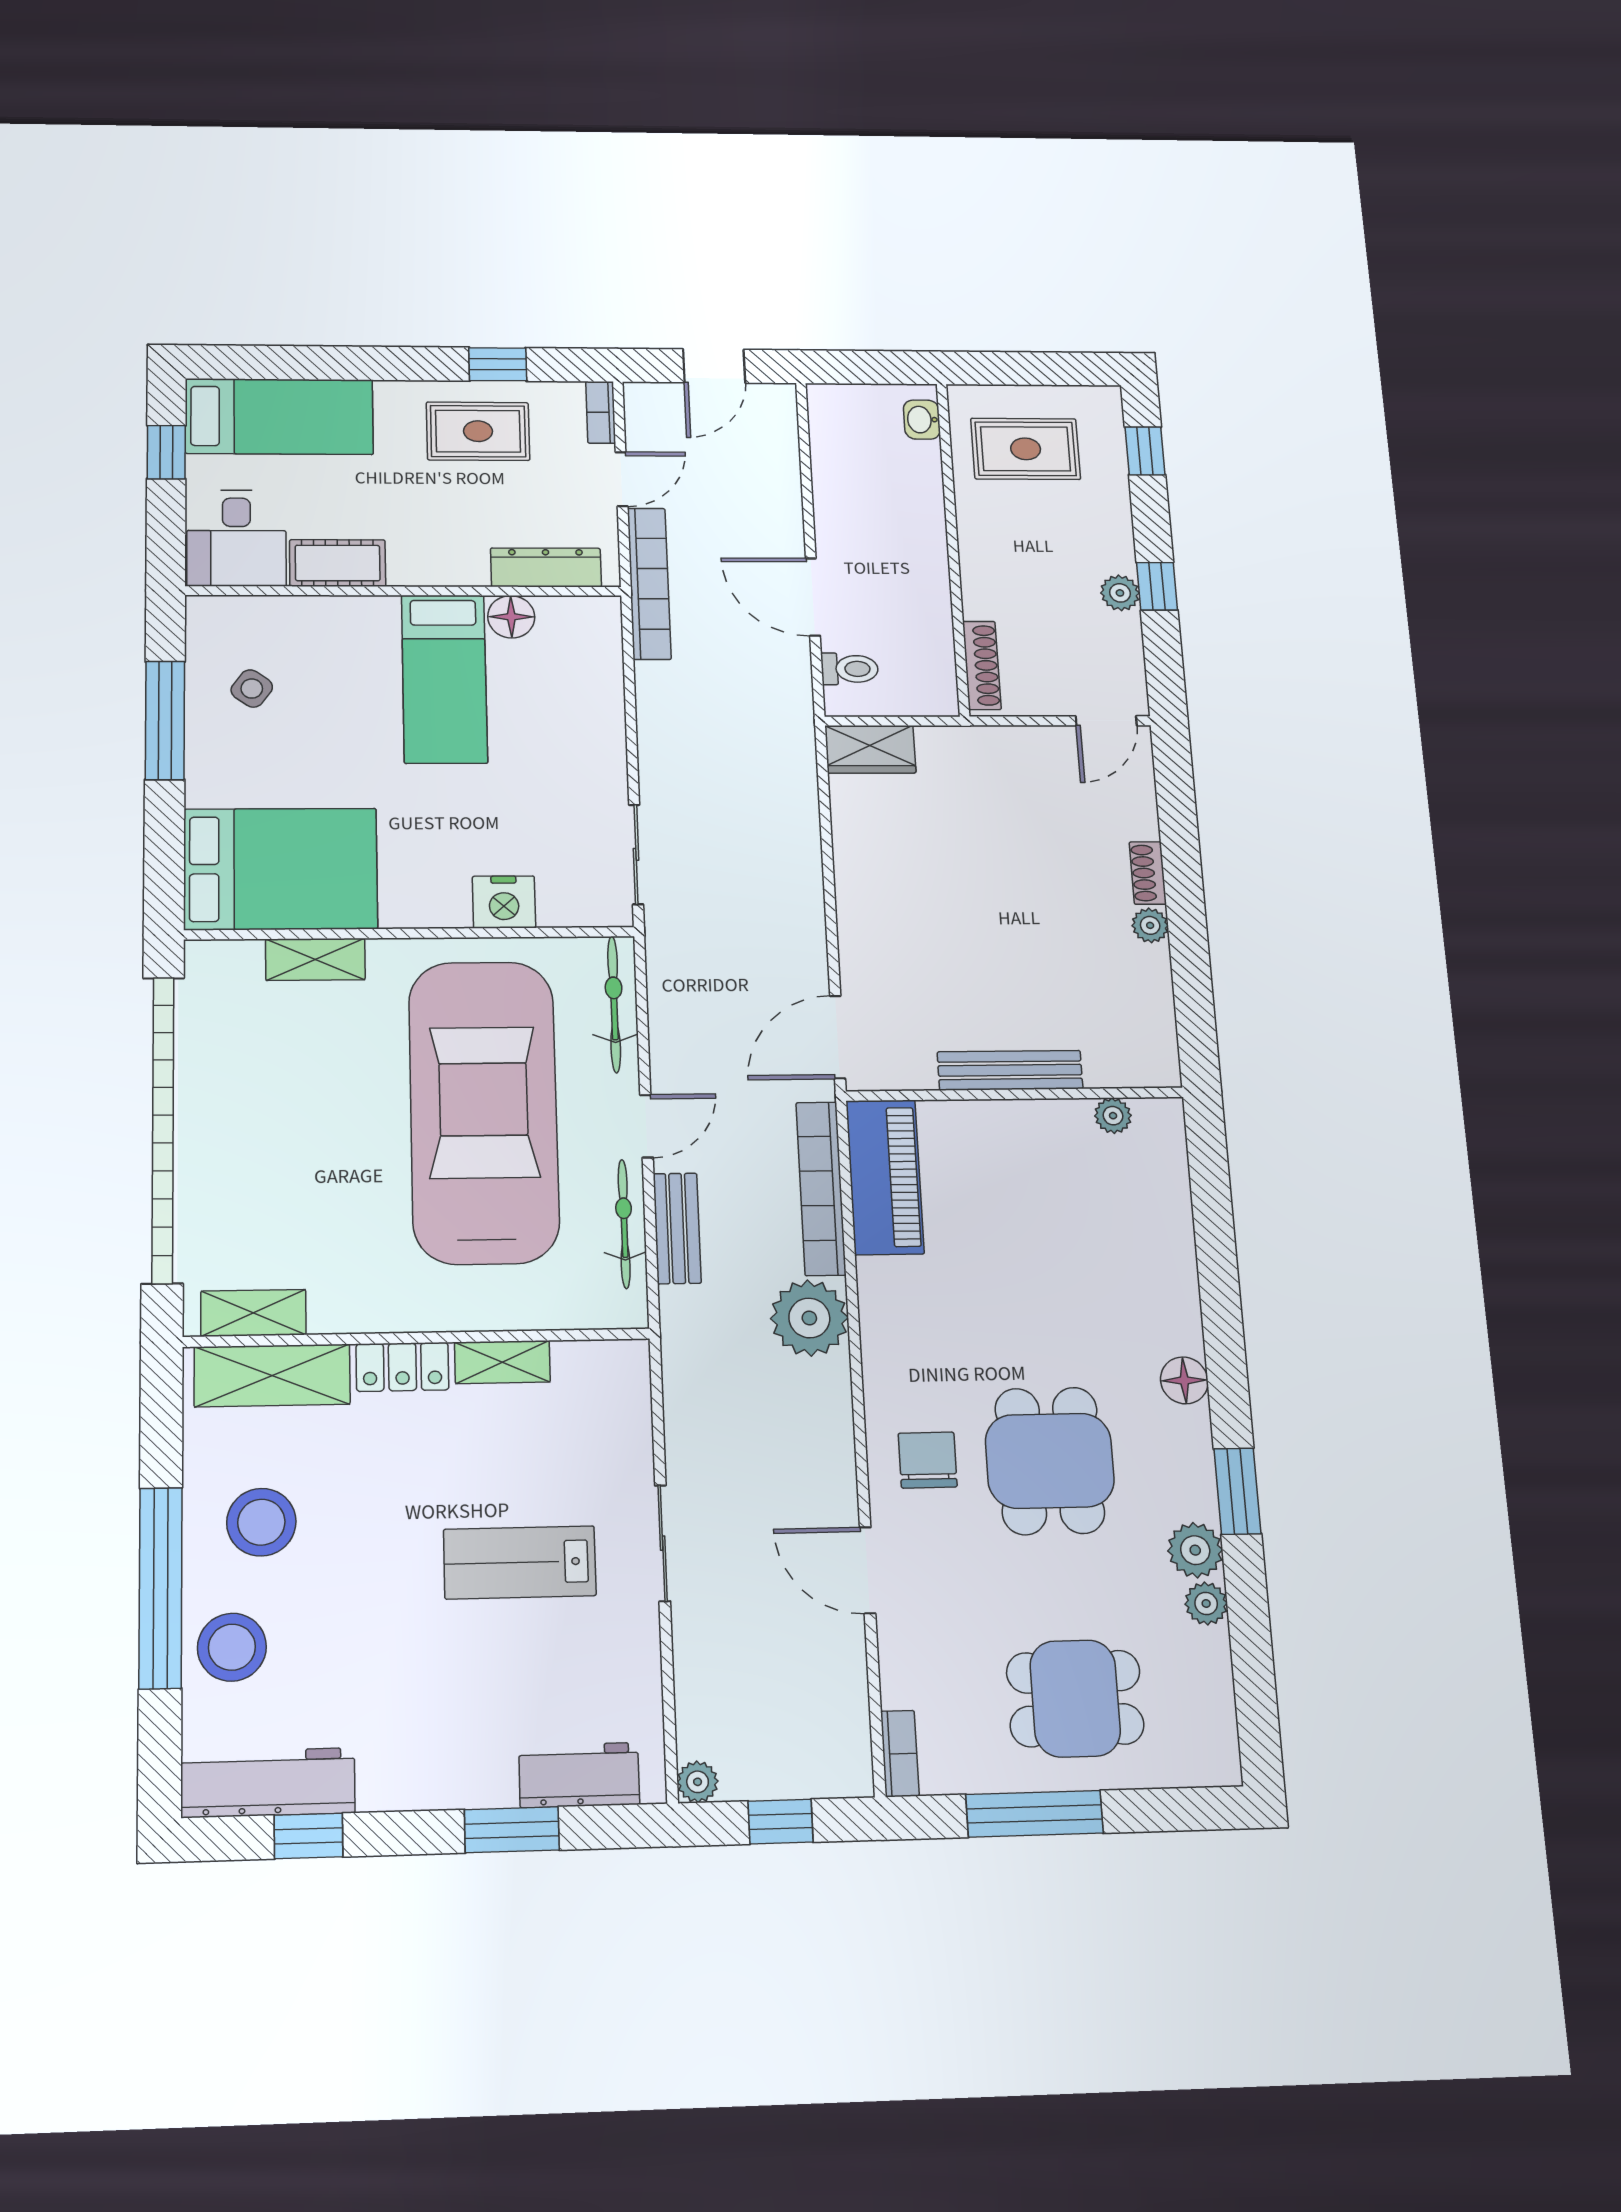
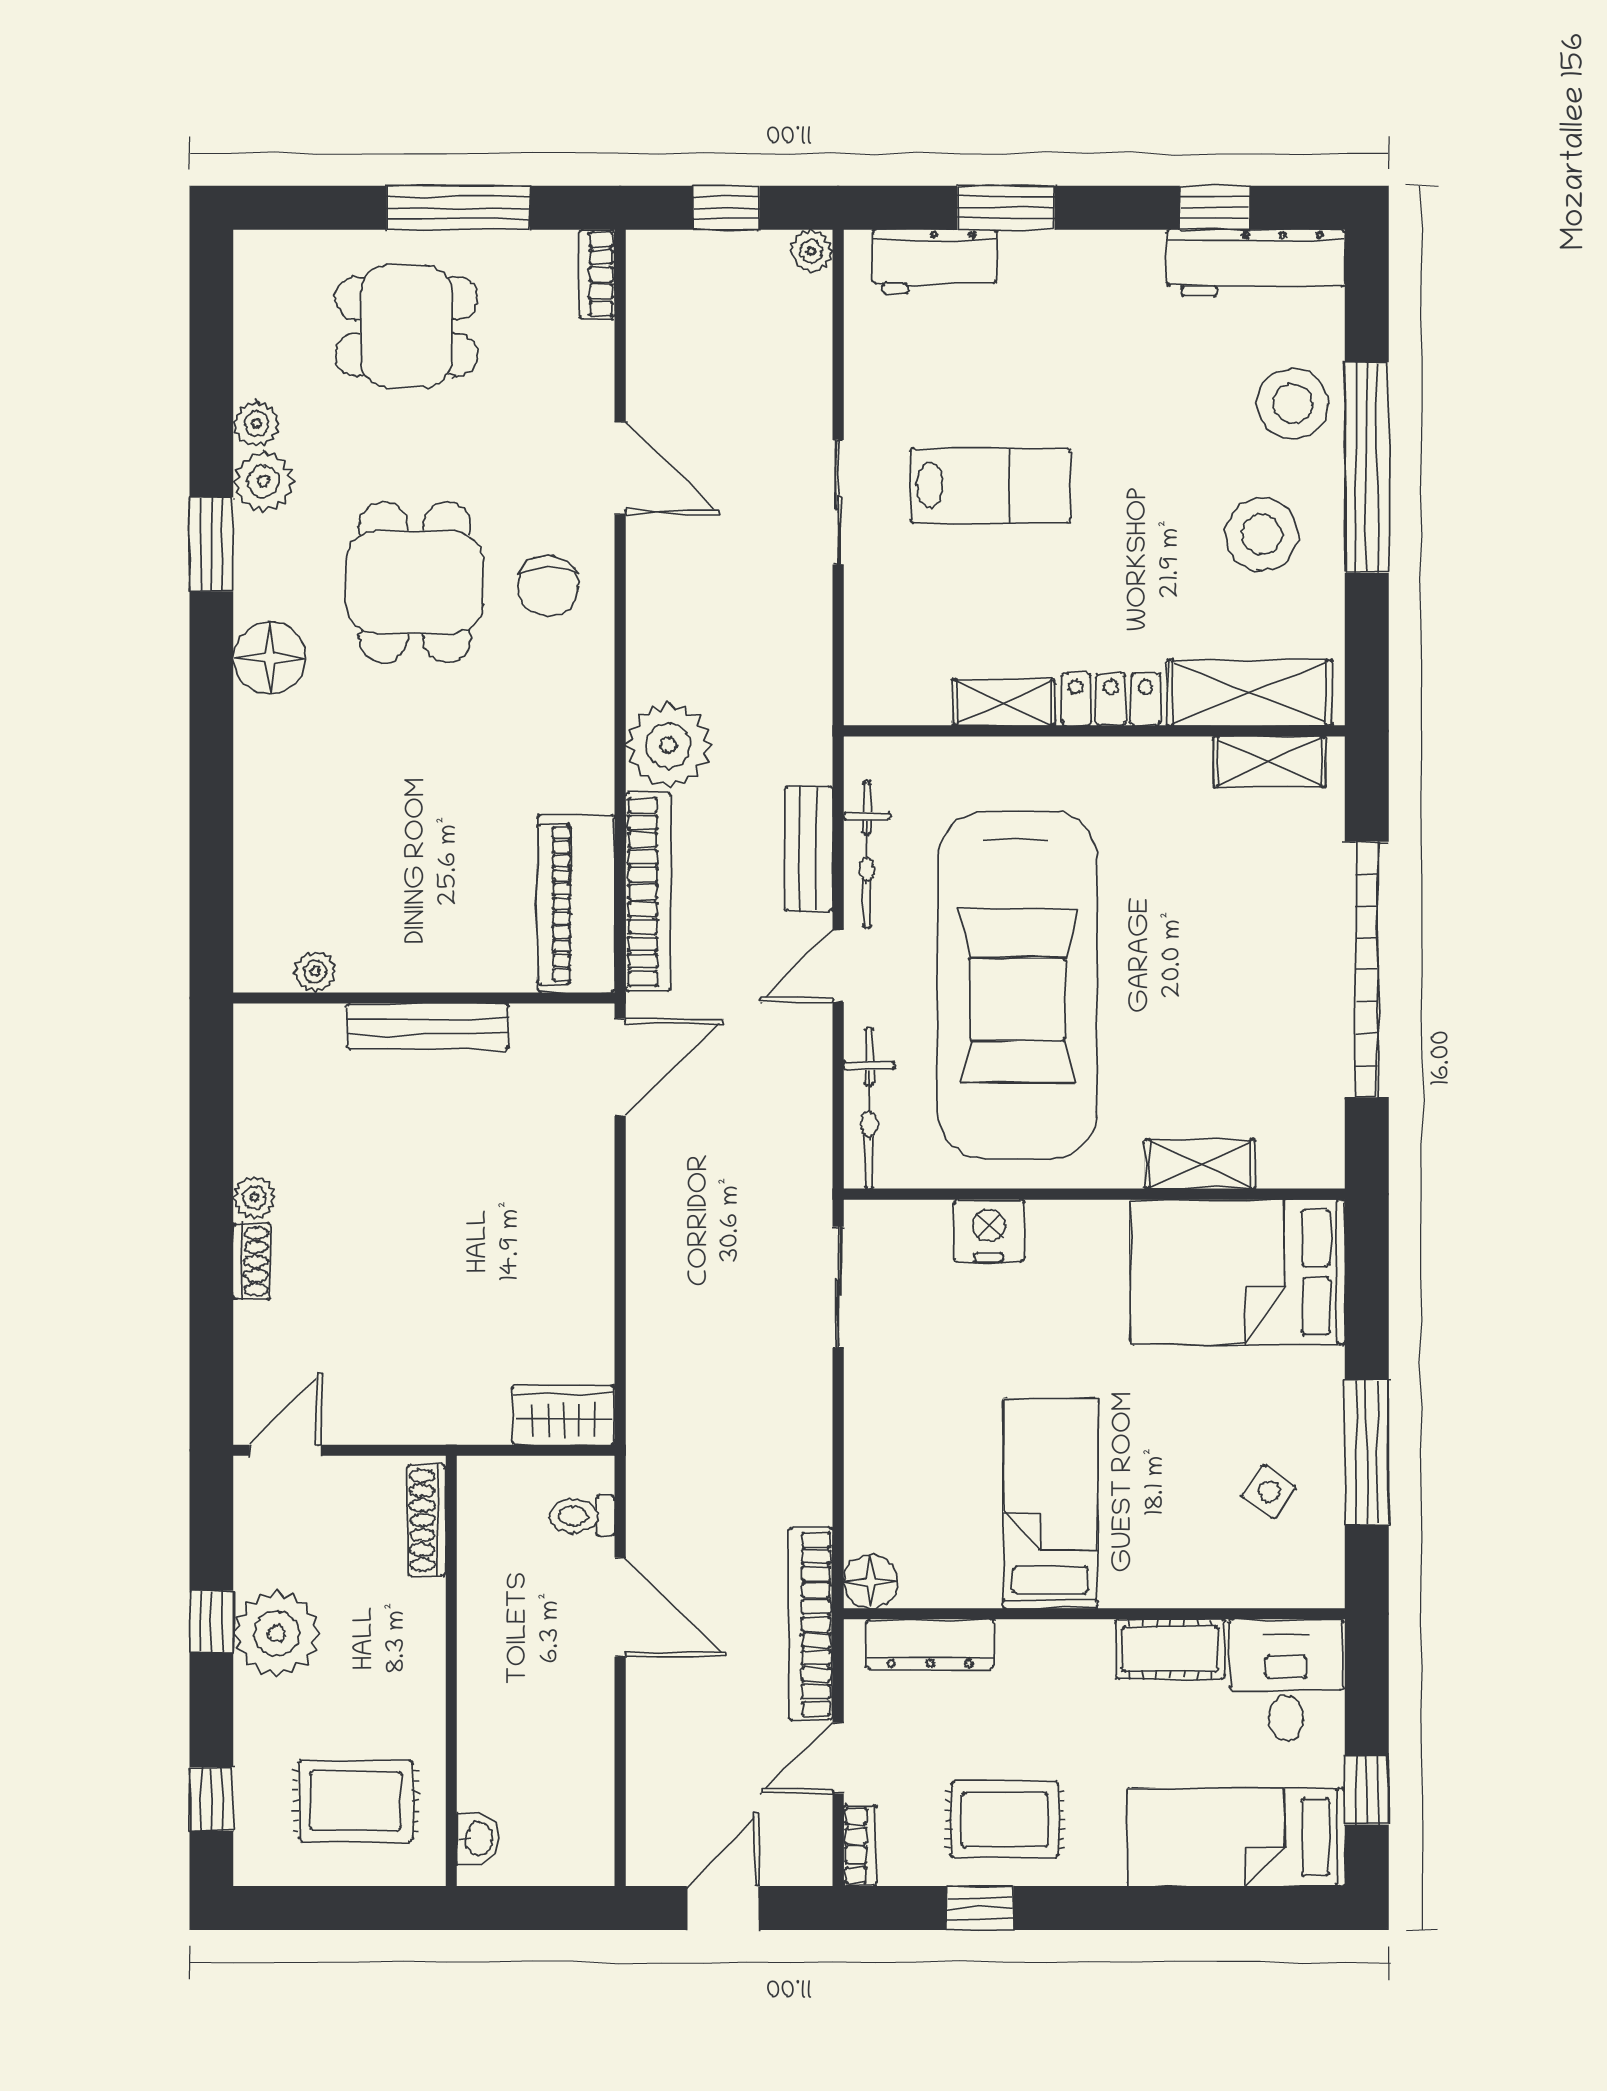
plant: (1120, 593) -> (277, 1633), width x1.88, depth x1.88
floor lamp: (511, 617) -> (871, 1581), moved
garage door: (163, 1129) -> (1367, 969), width x0.73
floor lamp: (1184, 1380) -> (269, 658), width x1.38, depth x1.38

